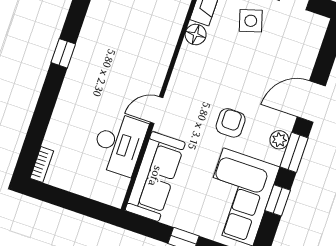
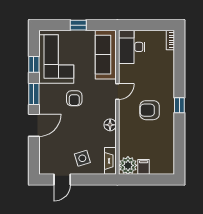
floor lamp: (196, 35) -> (110, 125), moved
armchair: (115, 62) -> (150, 110), added
plant: (279, 140) -> (44, 98), removed
desk: (119, 144) -> (132, 47), moved

